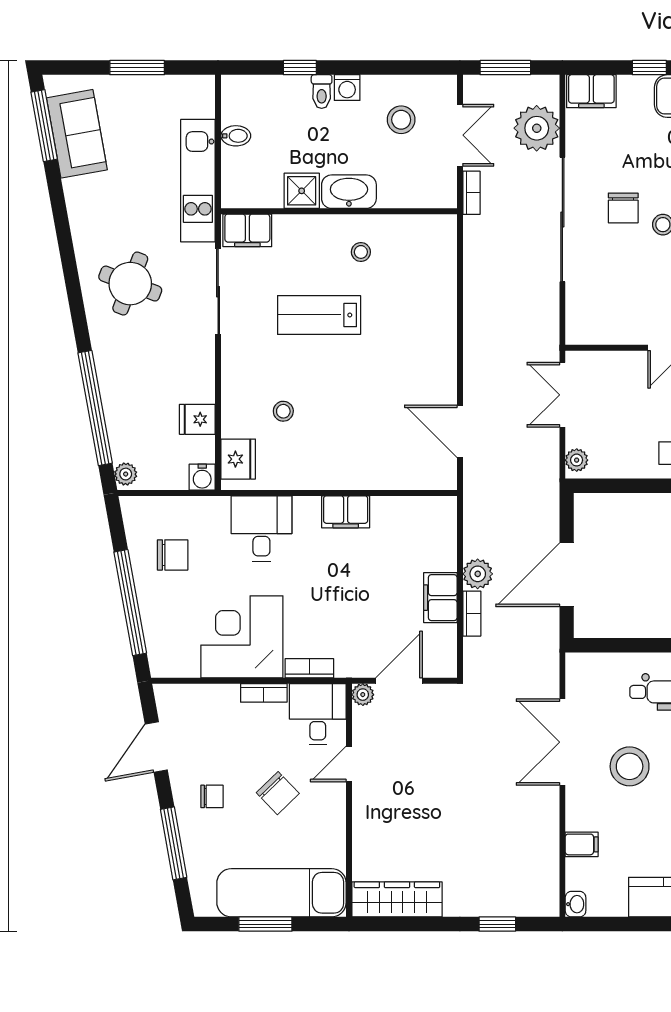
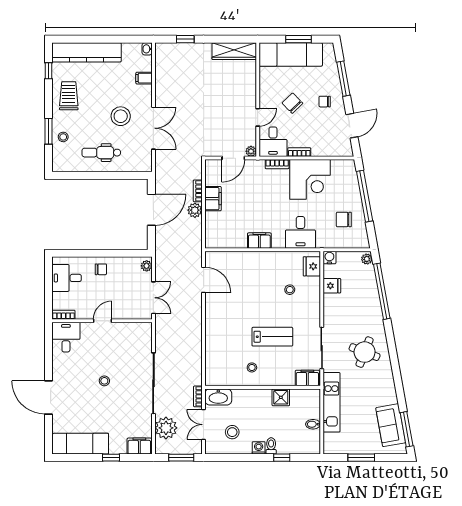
washbasin: (349, 192) -> (218, 397), moved
chair: (623, 208) -> (124, 389), removed

